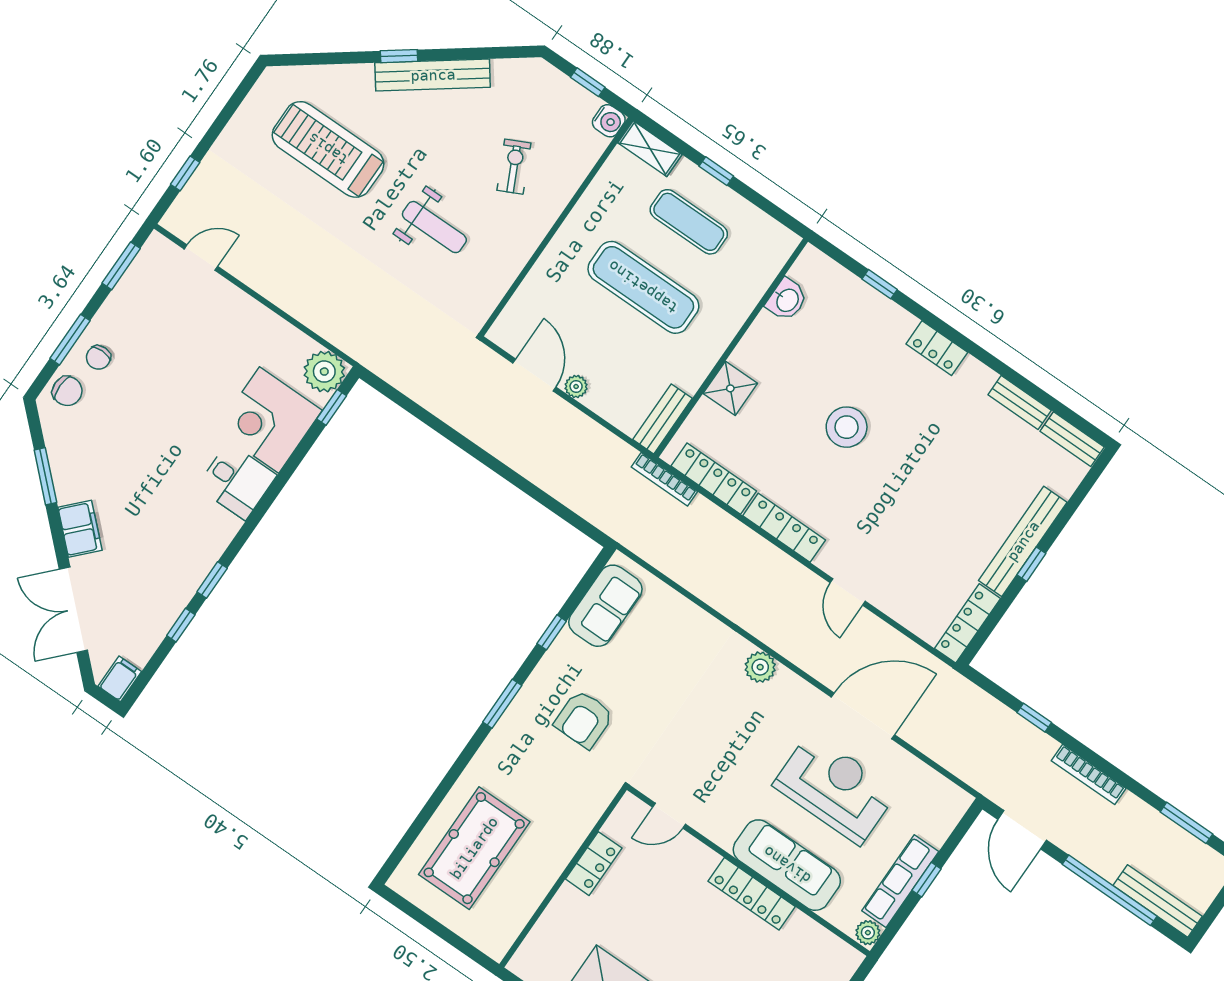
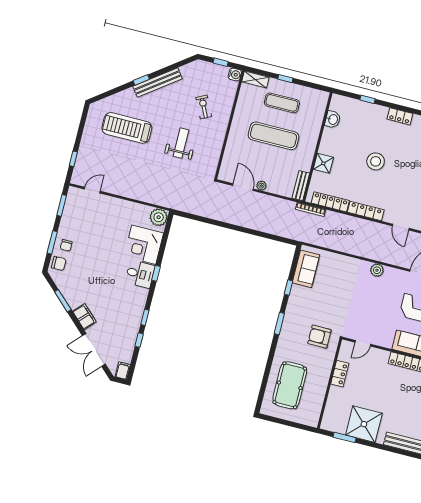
weight bench: (434, 227) -> (181, 143), turned -90
window: (332, 407) -> (156, 273), moved
armchair: (584, 719) -> (319, 337), moved, turned 90

